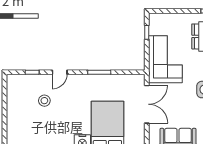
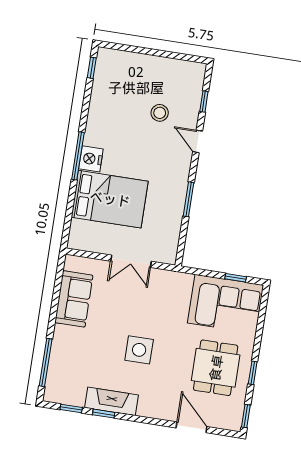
corner sofa: (165, 59) -> (226, 304), moved
double door: (147, 104) -> (131, 261), width x0.73

